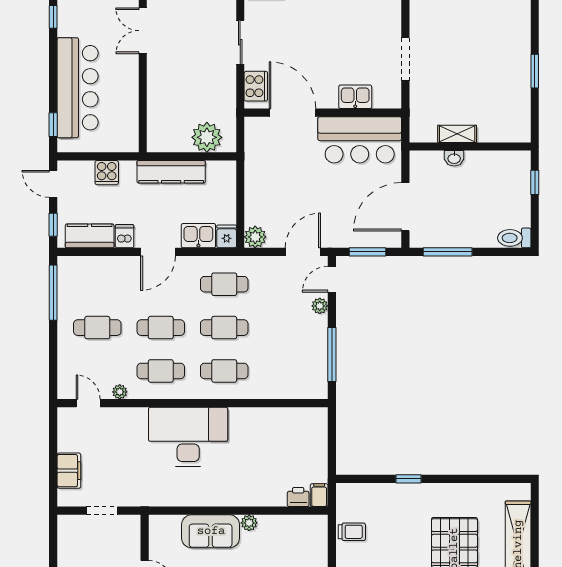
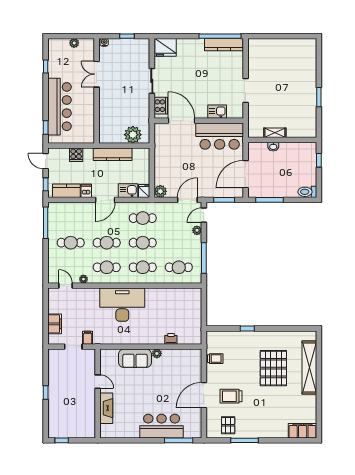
cafe table: (288, 371) -> (179, 267), added
filing cabinet: (319, 495) -> (88, 338), moved
printer: (298, 497) -> (171, 339), moved

